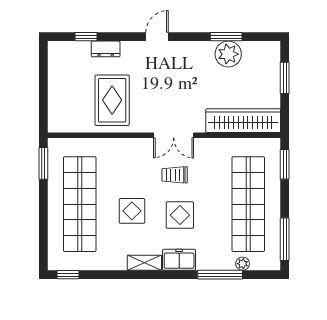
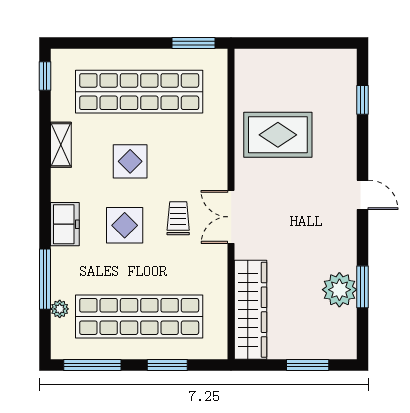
dresser: (106, 49) -> (346, 126), removed
window: (285, 164) -> (167, 365), moved
shelving: (144, 263) -> (61, 145), moved

